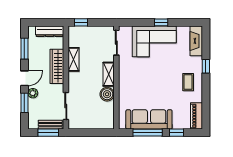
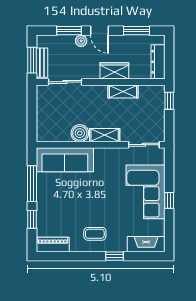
wardrobe: (57, 66) -> (114, 71), width x0.67
sofa: (149, 119) -> (65, 160), moved, turned 90

